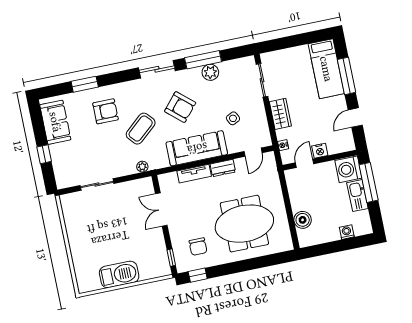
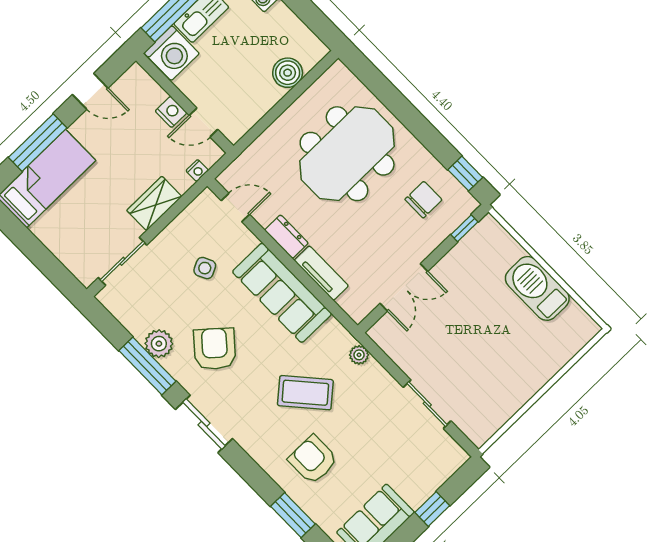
armchair: (180, 107) -> (215, 349), moved
meeting table: (244, 224) -> (347, 154), turned 90

